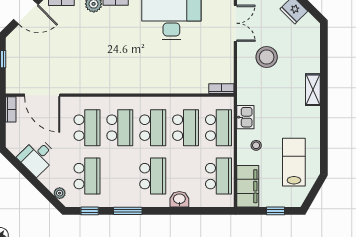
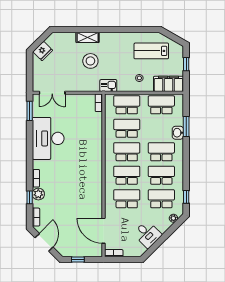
double door: (235, 23) -> (52, 93), swing flipped
stool: (267, 57) -> (90, 61), moved
shelving: (313, 90) -> (88, 37), moved
door: (42, 95) -> (104, 231), swing flipped
kitchen sink: (245, 117) -> (108, 86), moved
school desk: (120, 176) -> (161, 175), added
window: (128, 211) -> (186, 126), moved

